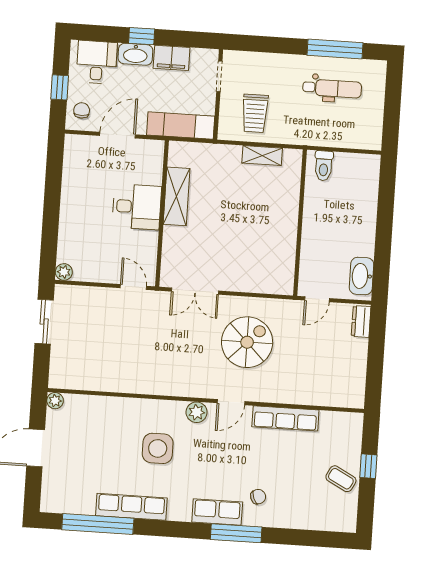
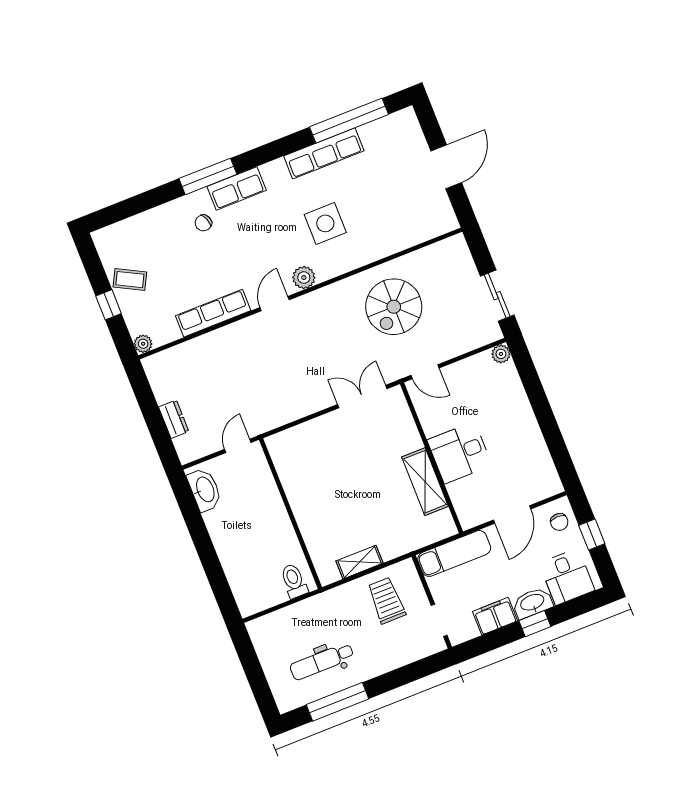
dresser: (361, 322) -> (174, 419), moved
spiral stairs: (247, 342) -> (394, 307), moved
plant: (55, 401) -> (143, 344), moved

